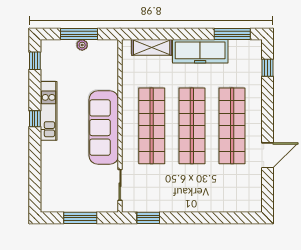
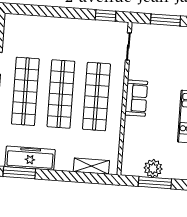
plant: (82, 45) -> (153, 168), width x1.88, depth x1.88
freezer: (200, 51) -> (30, 158), moved
sofa: (104, 128) -> (136, 98), width x0.54, depth x0.79

